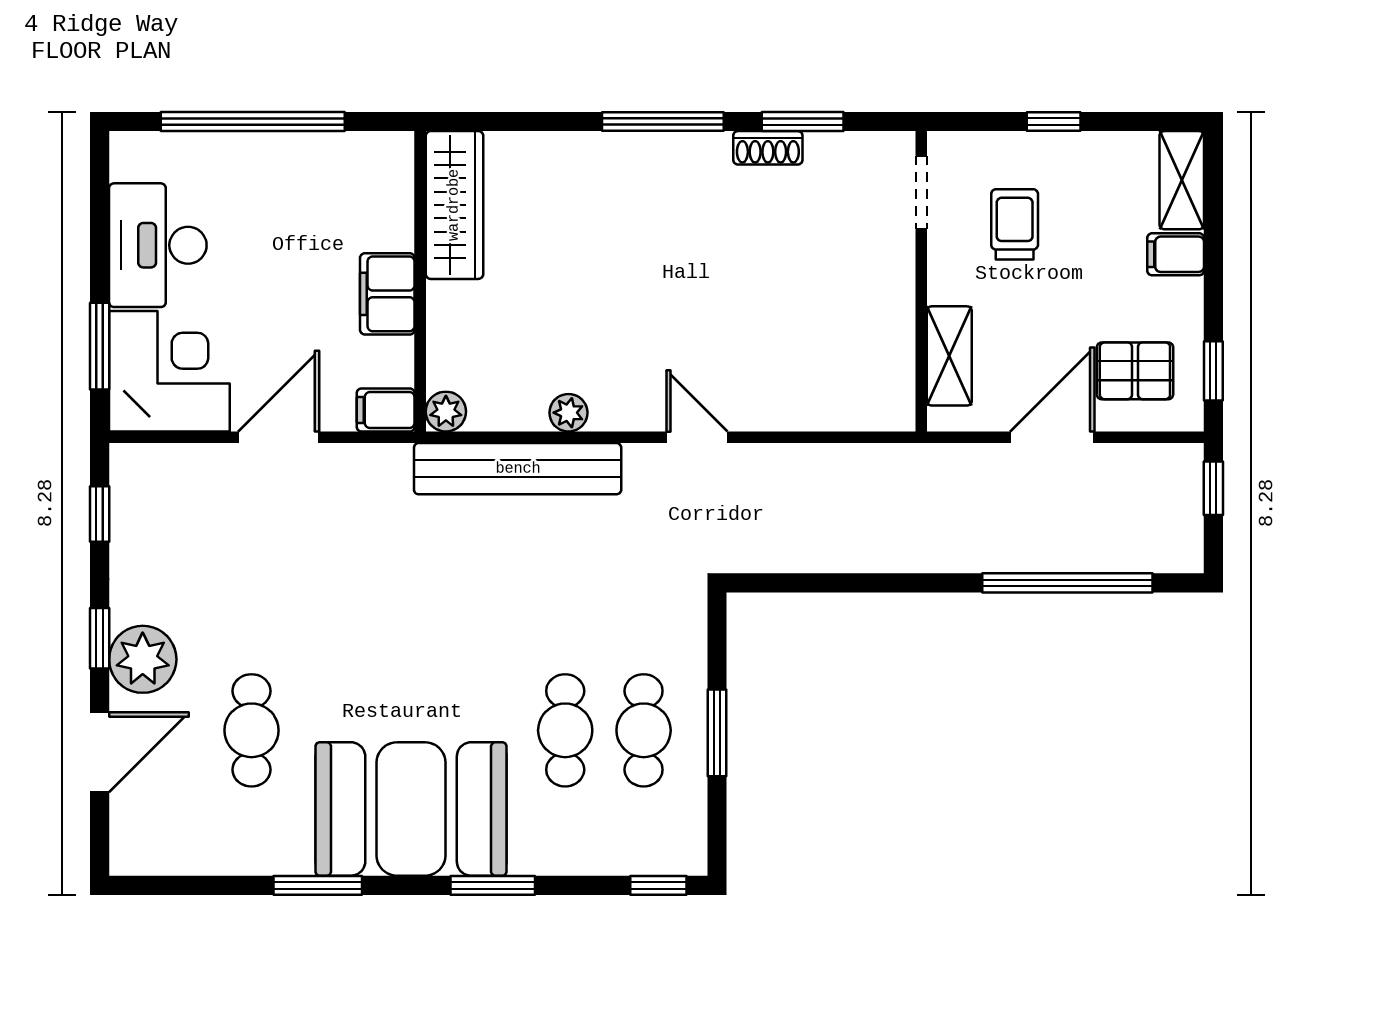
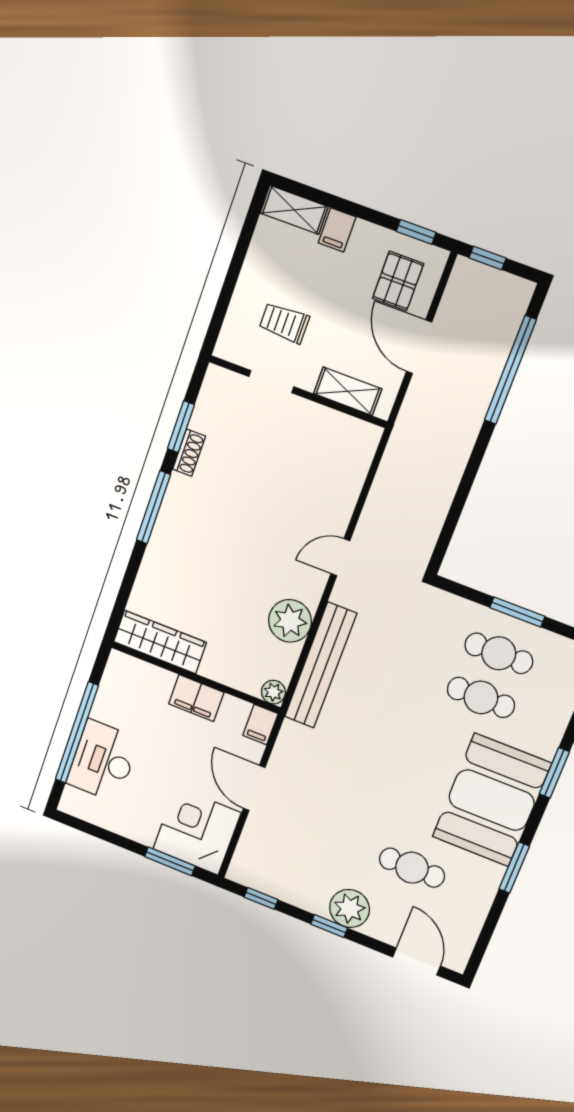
window: (1054, 121) -> (232, 277), removed
doorway: (921, 193) -> (271, 382), moved
desk: (158, 245) -> (103, 761), moved, turned 90
plant: (568, 413) -> (290, 621), width x1.88, depth x1.88
door: (100, 752) -> (417, 962), moved

